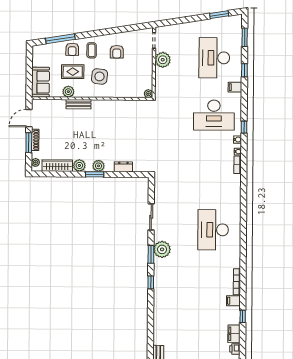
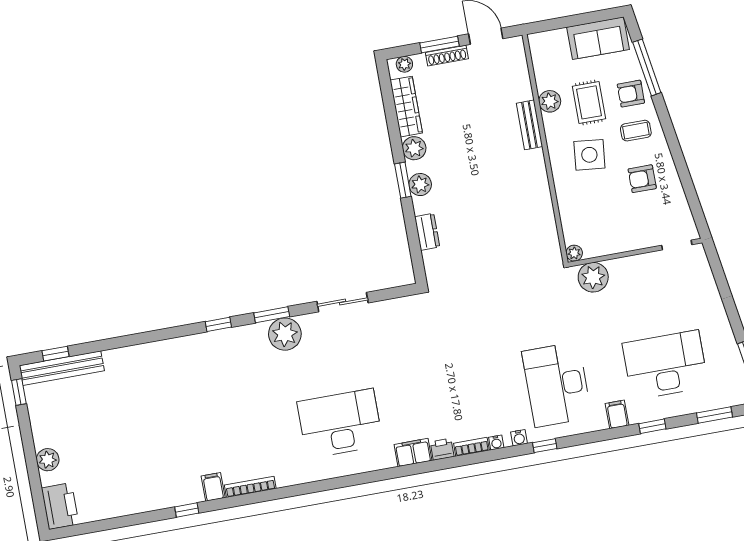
plant: (163, 60) -> (593, 277), moved
sofa: (41, 82) -> (598, 38), moved
filing cabinet: (234, 334) -> (413, 453), moved
printer: (235, 349) -> (442, 449), moved

